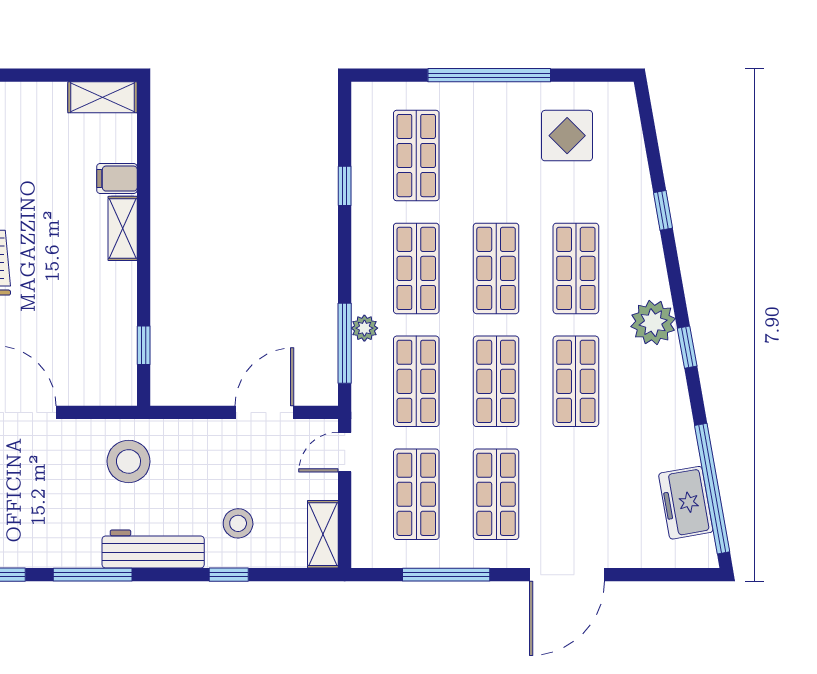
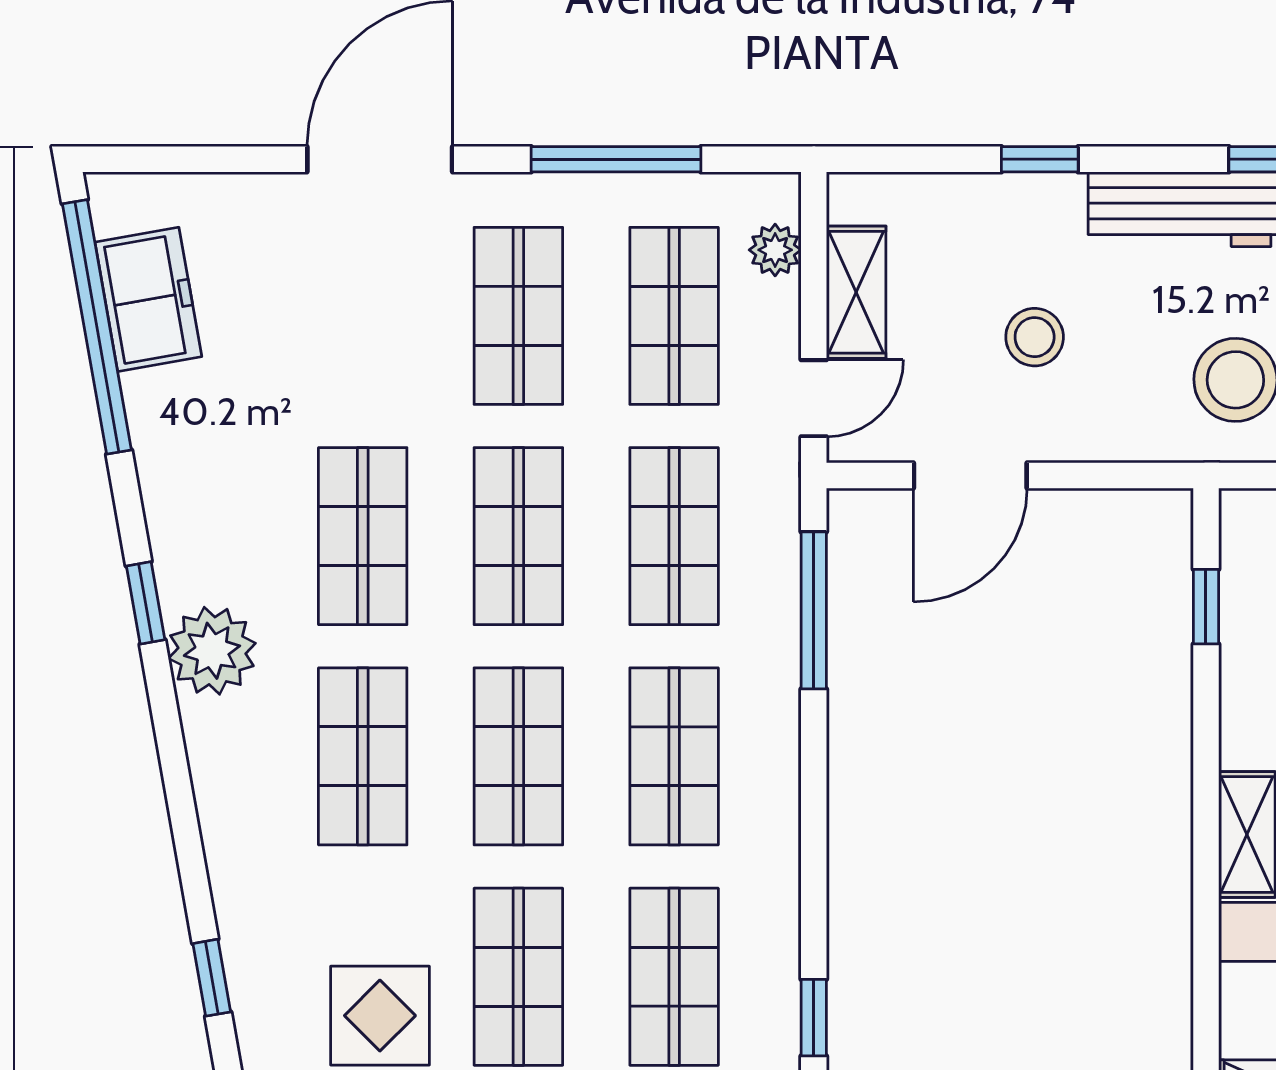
shop shelf: (496, 156) -> (518, 977), added
window: (345, 186) -> (814, 1018), moved
window: (663, 210) -> (212, 978), moved
plant: (364, 328) -> (775, 250), moved
stool: (238, 523) -> (1035, 337), moved
shelving: (323, 534) -> (856, 292), moved

